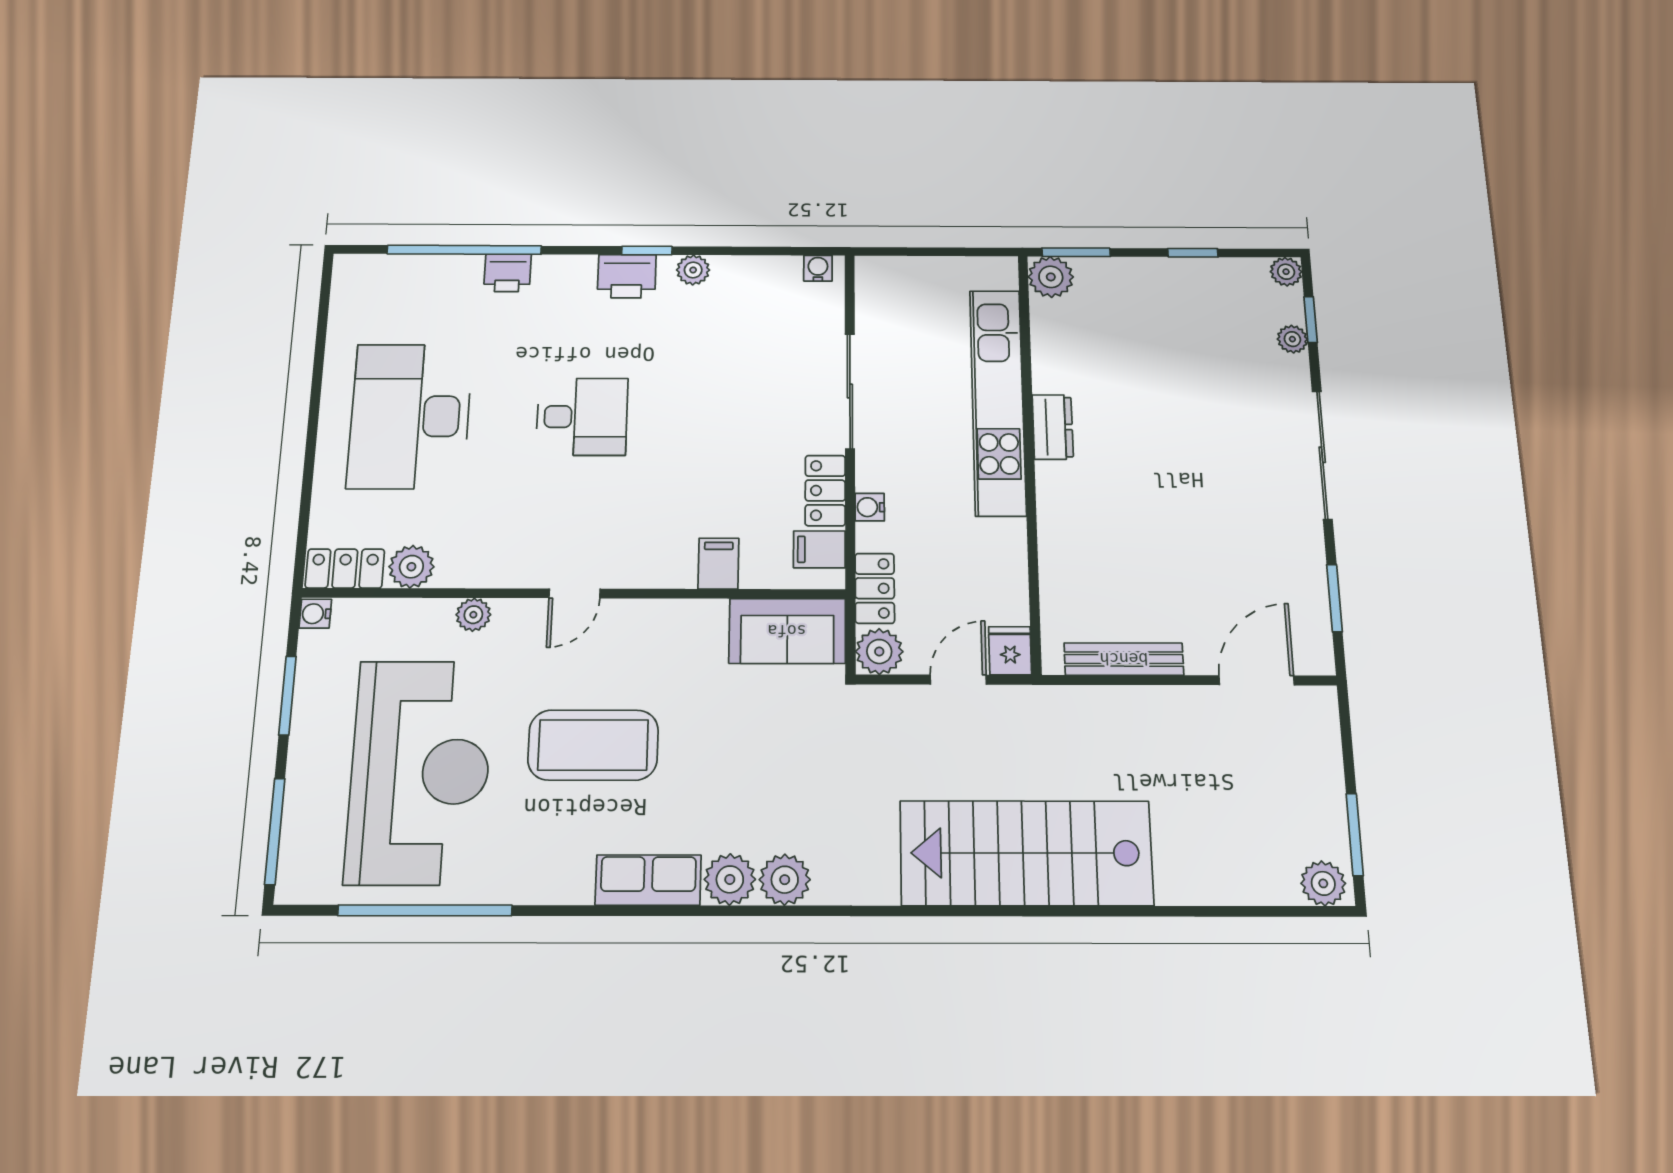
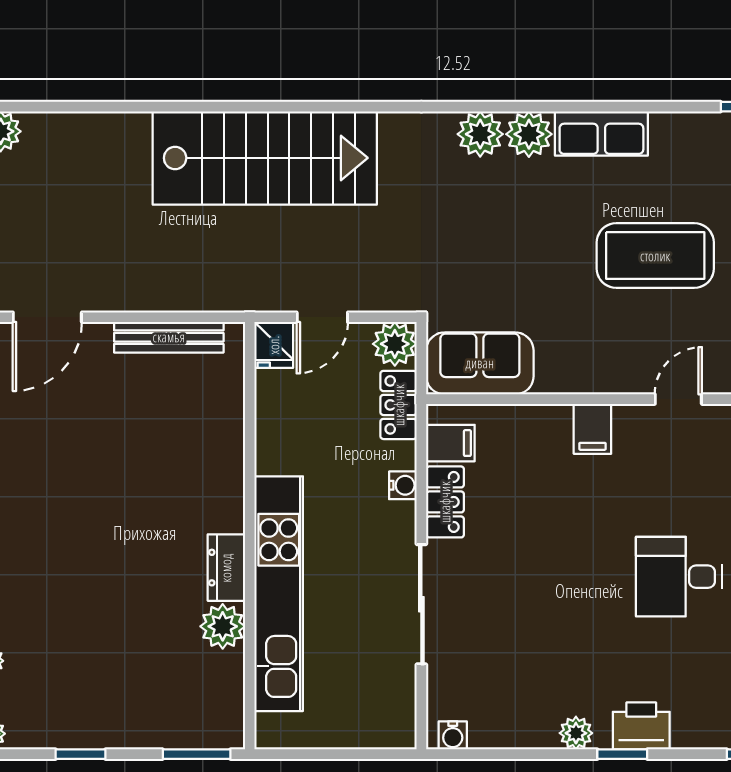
plant: (1051, 277) -> (223, 626), moved
filing cabinet: (718, 564) -> (592, 429), moved

